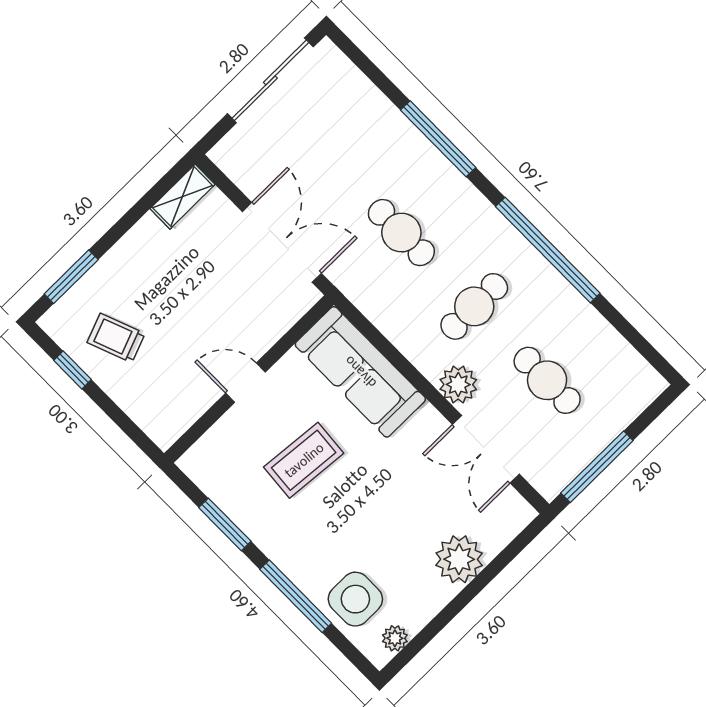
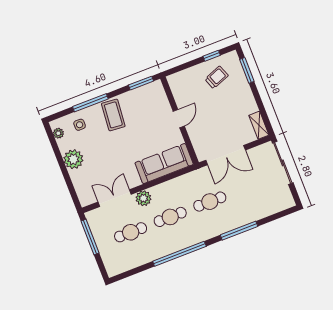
sliding door: (270, 80) -> (283, 163), moved
cafe table: (474, 306) -> (170, 217), turned 90
coffee table: (304, 460) -> (113, 115), moved
window: (225, 524) -> (141, 83), moved
plant: (459, 559) -> (73, 159), moved
side table: (355, 599) -> (80, 125), width x0.54, depth x0.54

